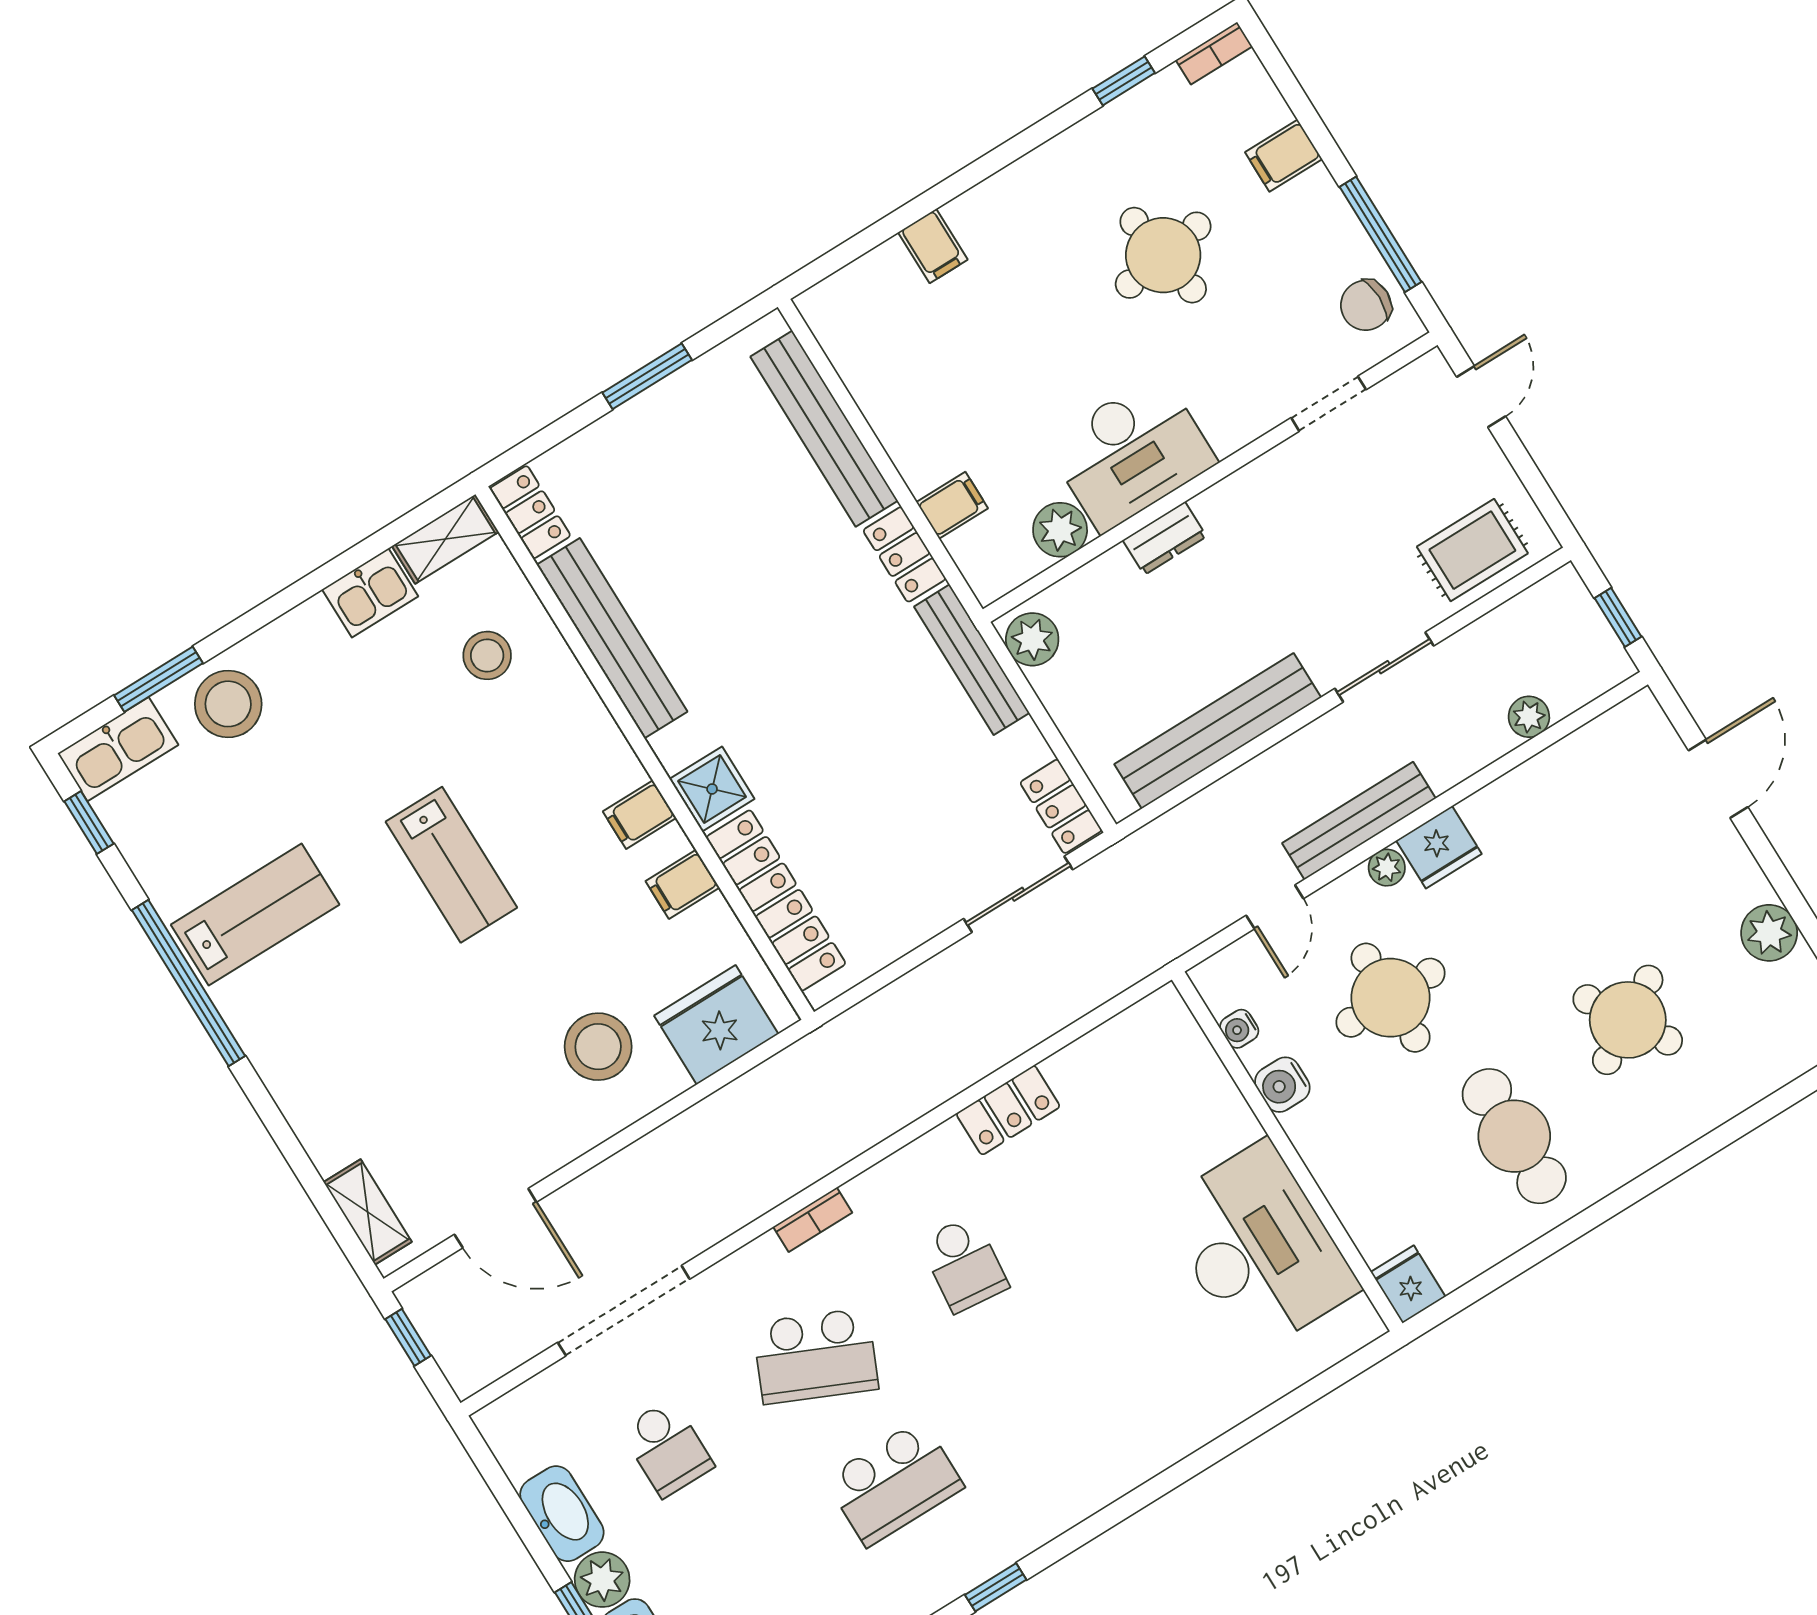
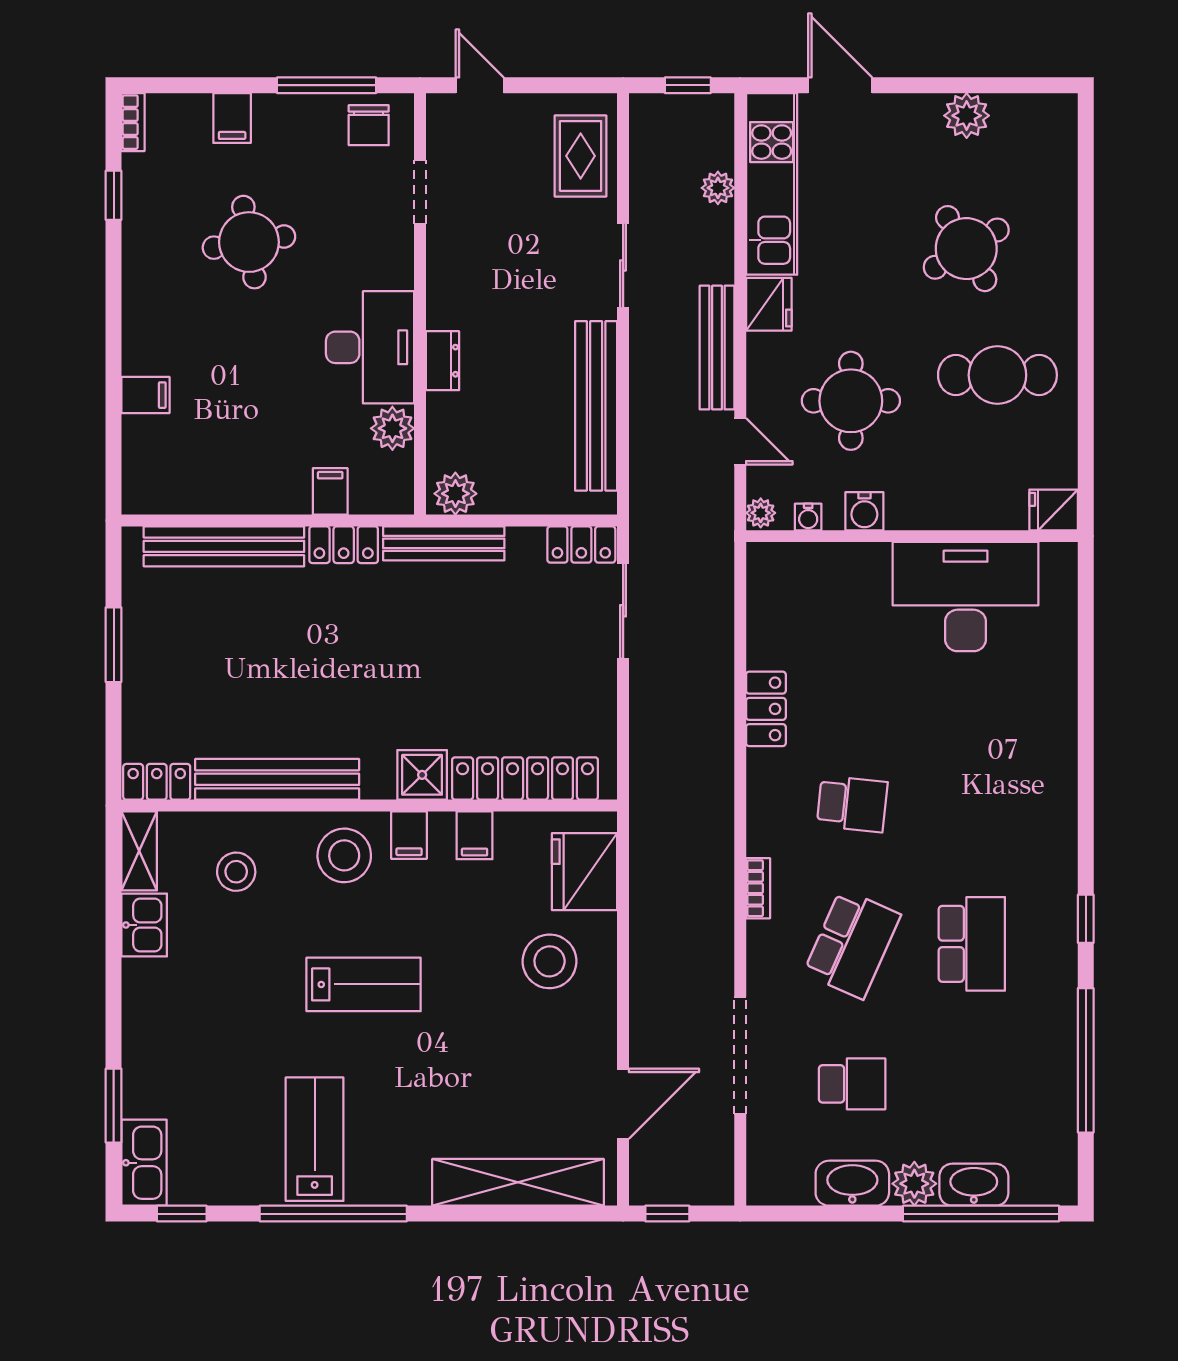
stool: (228, 704) -> (344, 855), moved
kitchen unit: (1568, 771) -> (772, 184), added
plant: (1387, 868) -> (761, 513), moved
shelving: (368, 1212) -> (518, 1182), width x2.20, depth x1.33

